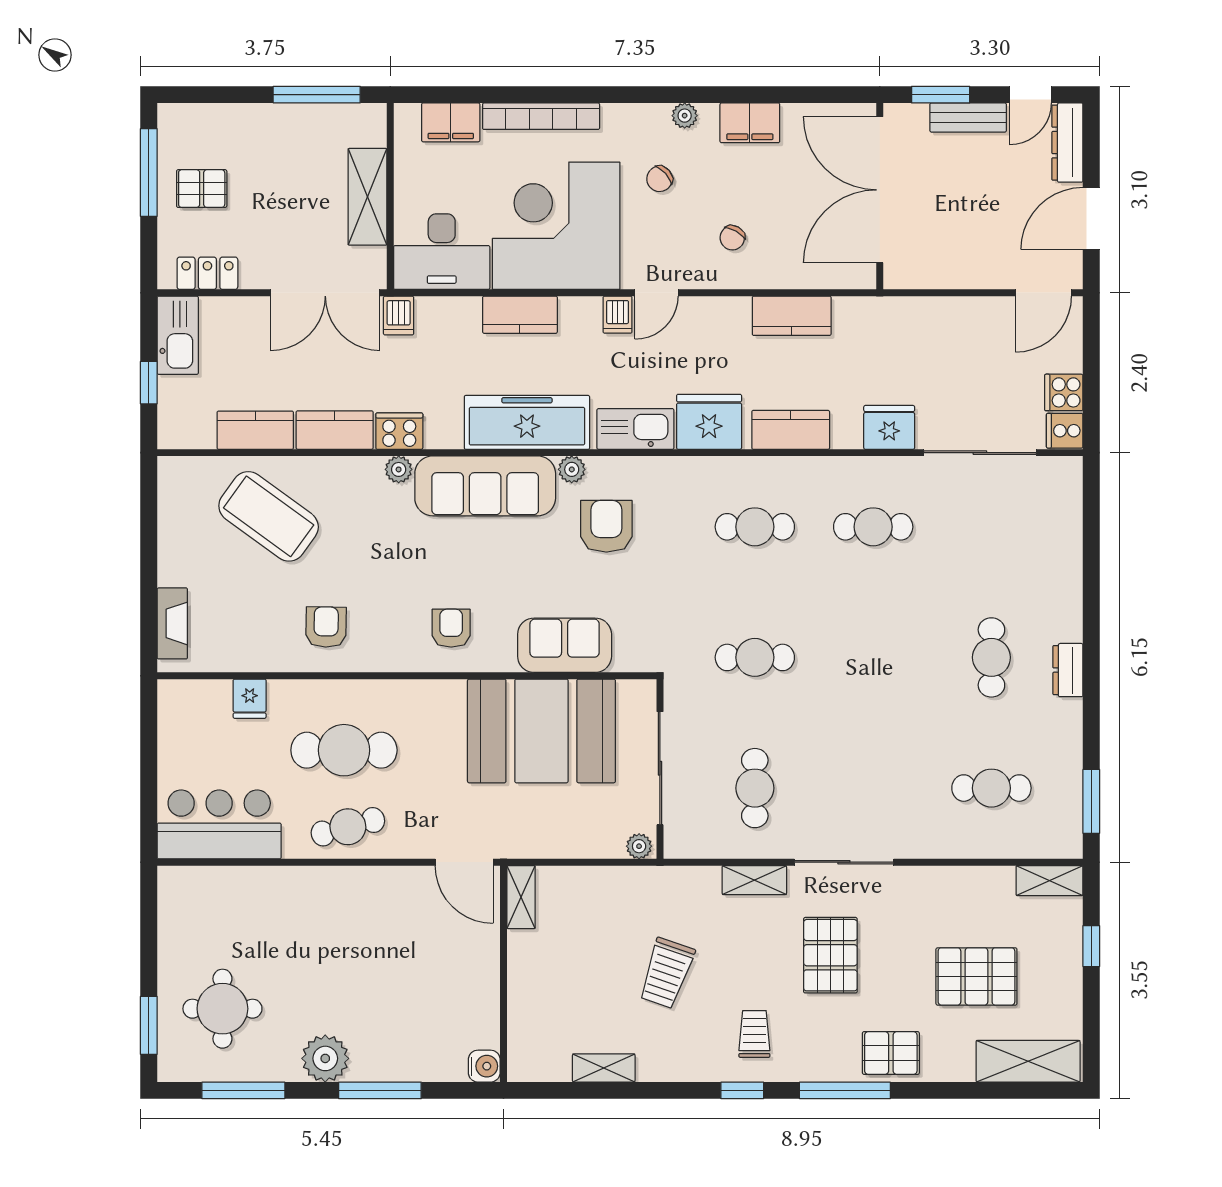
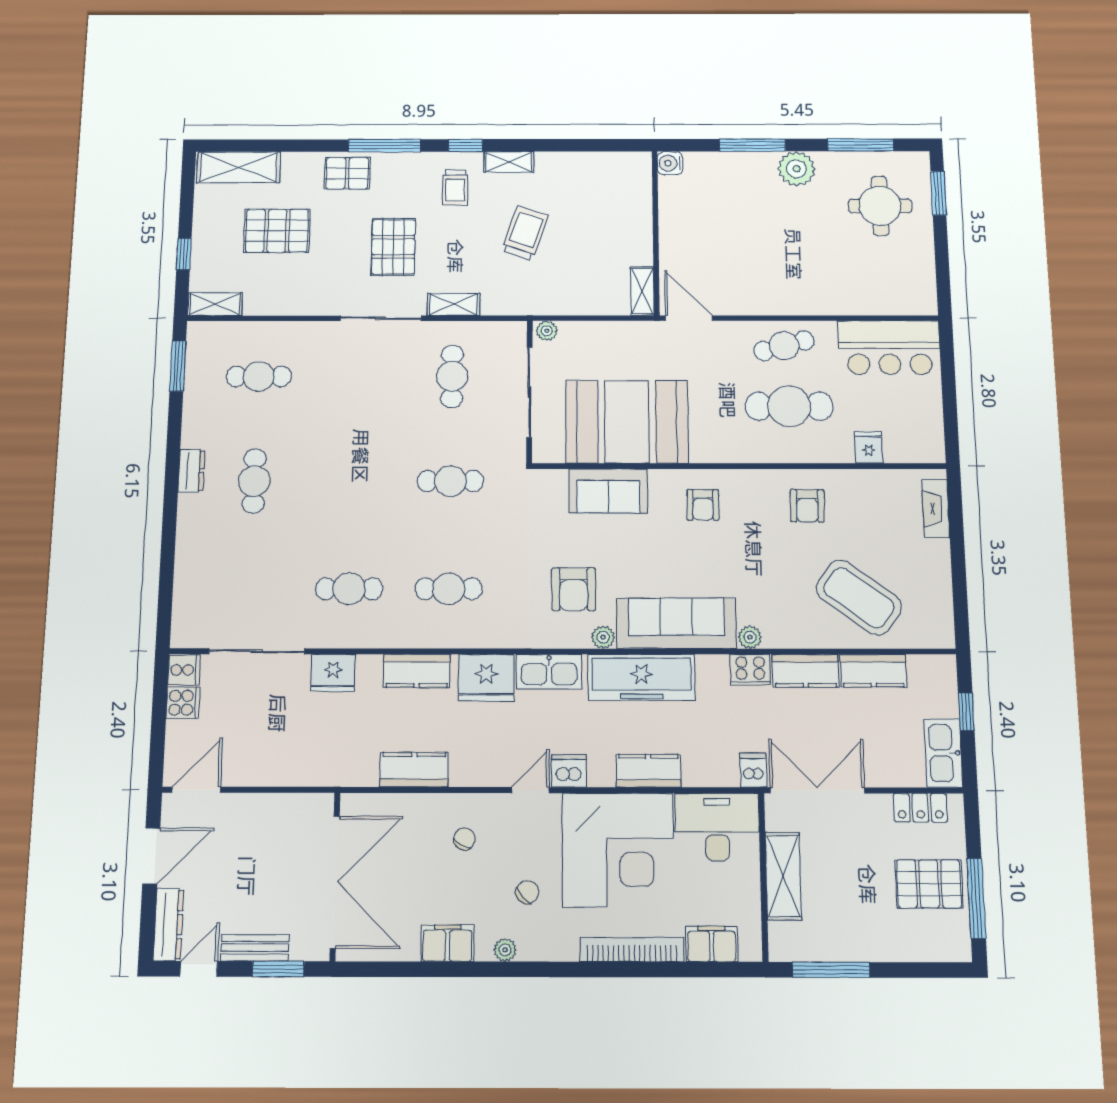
pallet: (202, 189) -> (929, 884), width x1.50, depth x1.42
dishwasher: (618, 315) -> (569, 771), width x1.38
shelving: (604, 1068) -> (509, 162), moved

